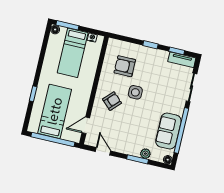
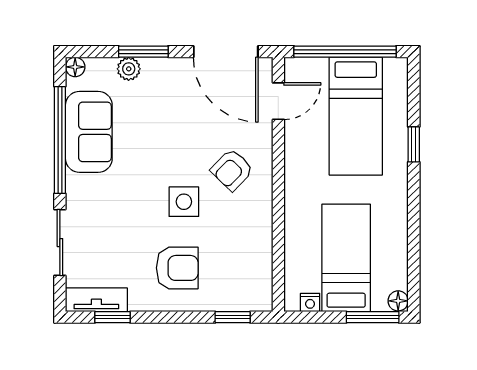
window: (150, 45) -> (233, 317), moved
armchair: (125, 66) -> (177, 268), moved
door: (103, 151) -> (226, 52), width x1.88

